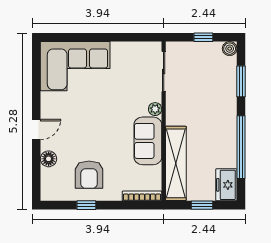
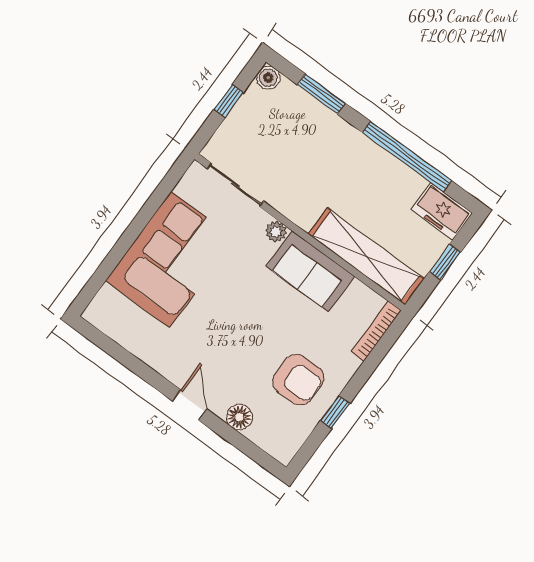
corner sofa: (75, 66) -> (170, 259), moved

